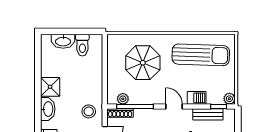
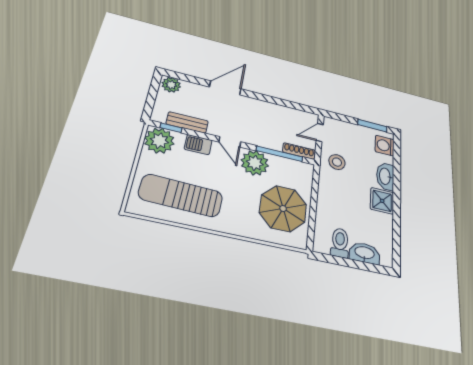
parasol: (143, 63) -> (283, 209), moved
plant: (123, 99) -> (255, 163), moved, width x1.88, depth x1.88
plant: (229, 99) -> (159, 141), width x1.88, depth x1.88

